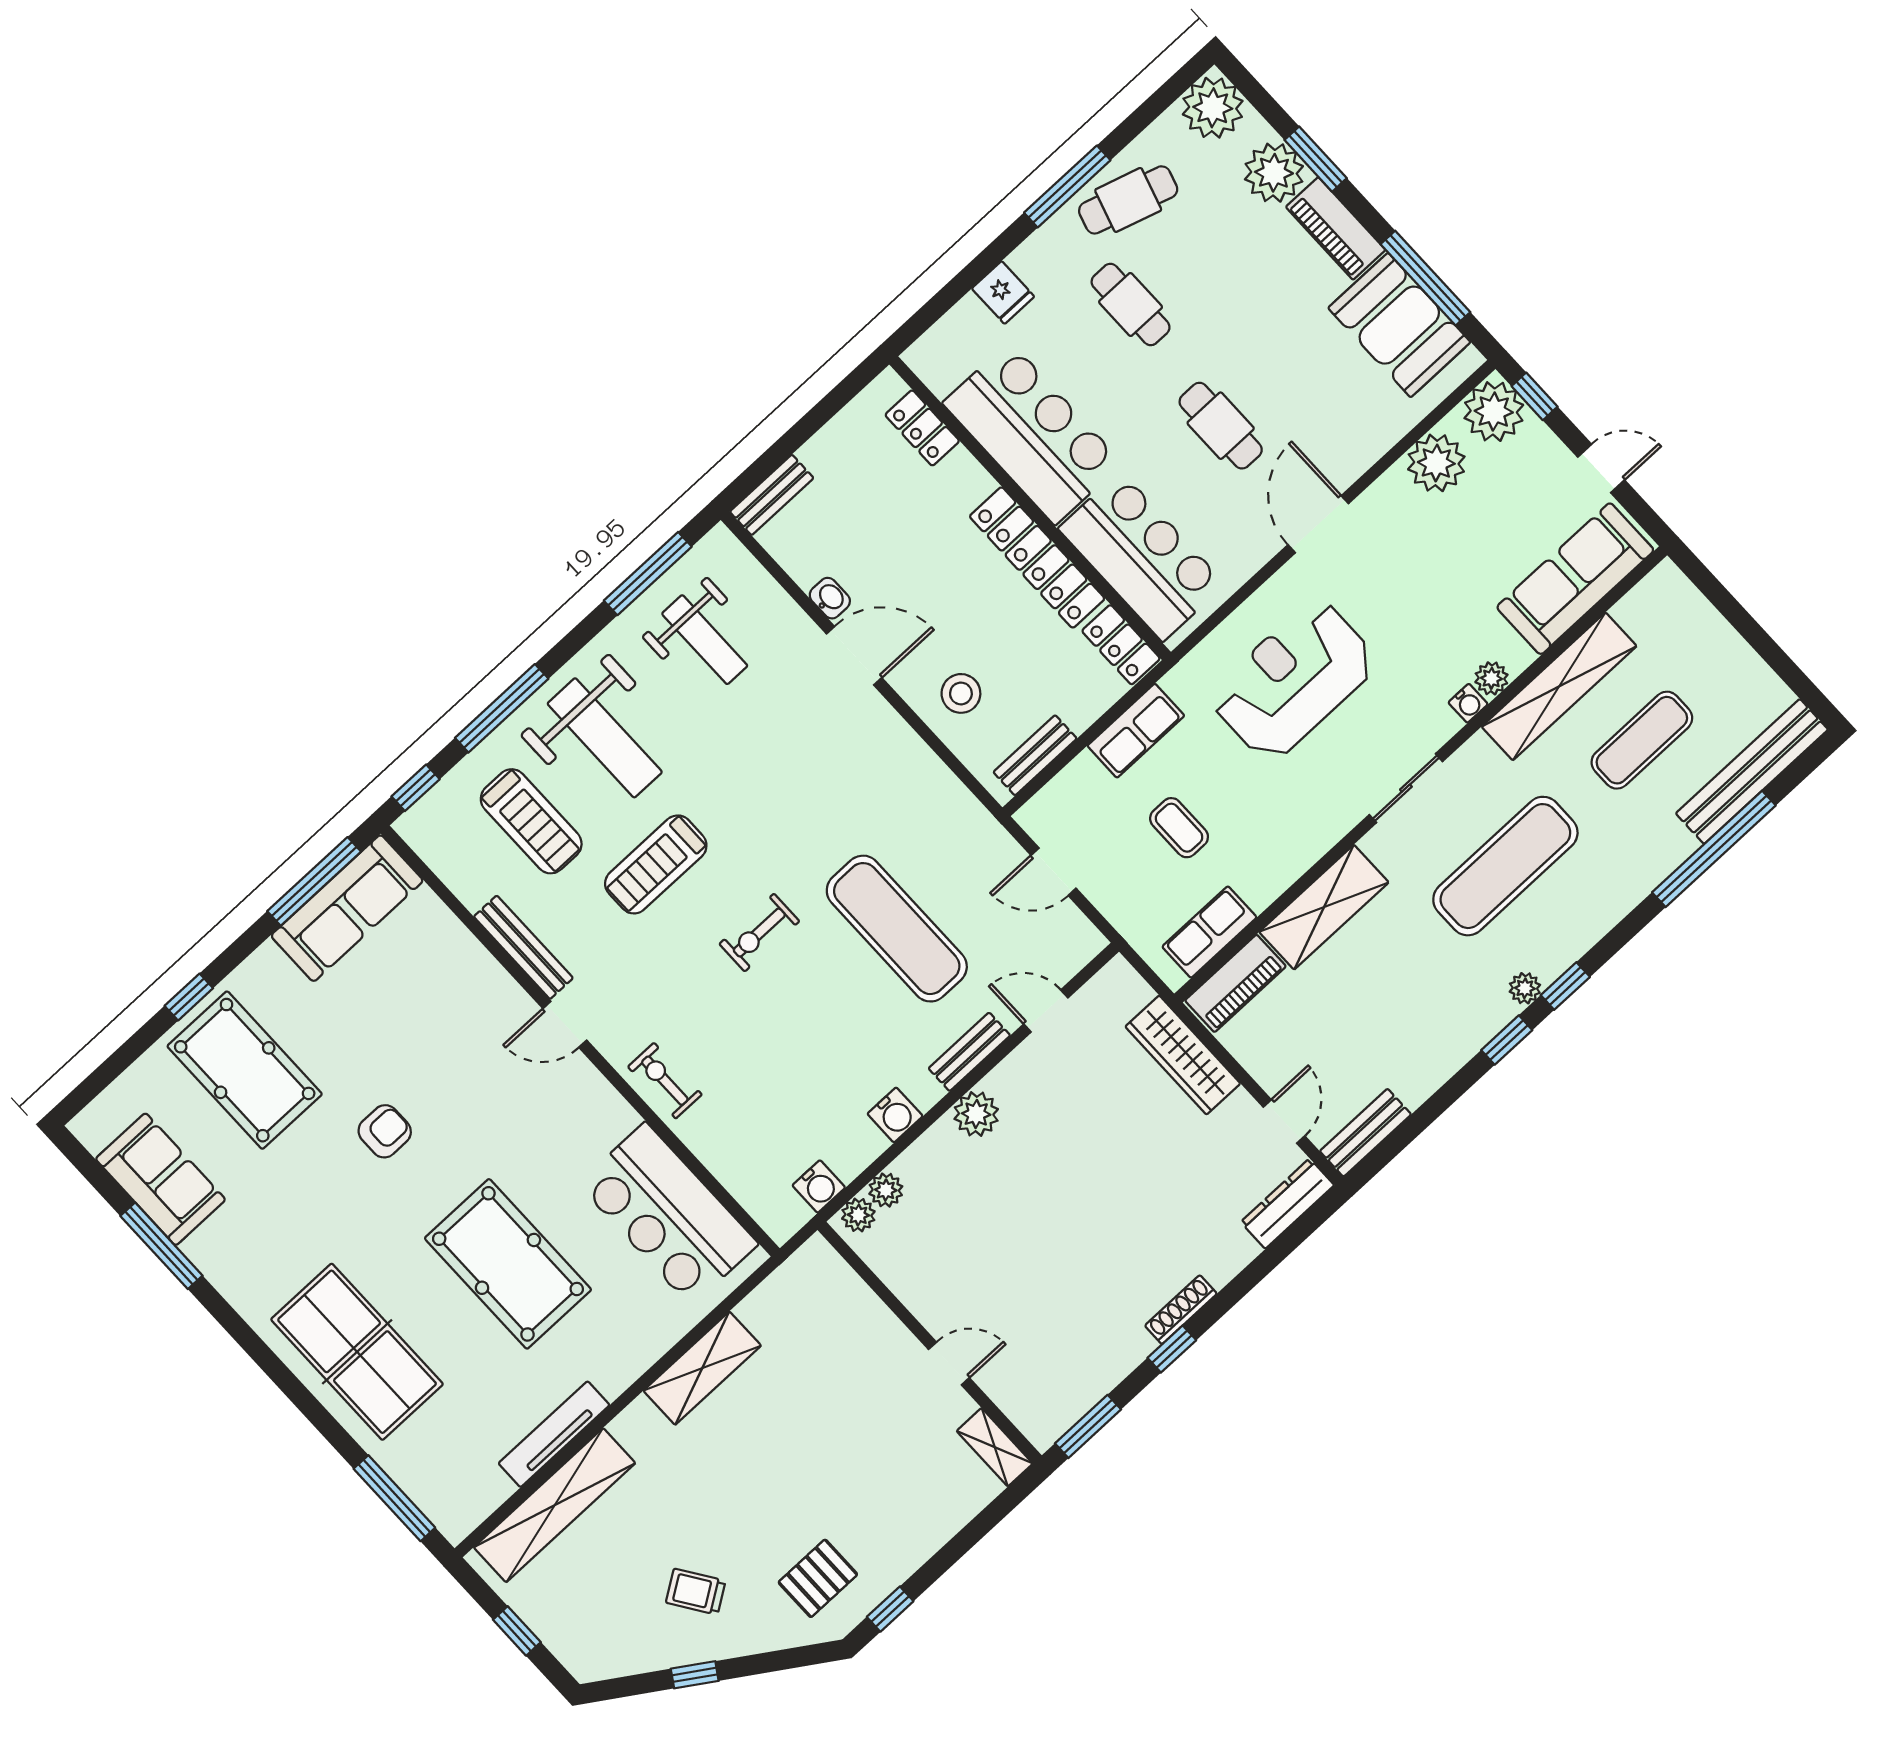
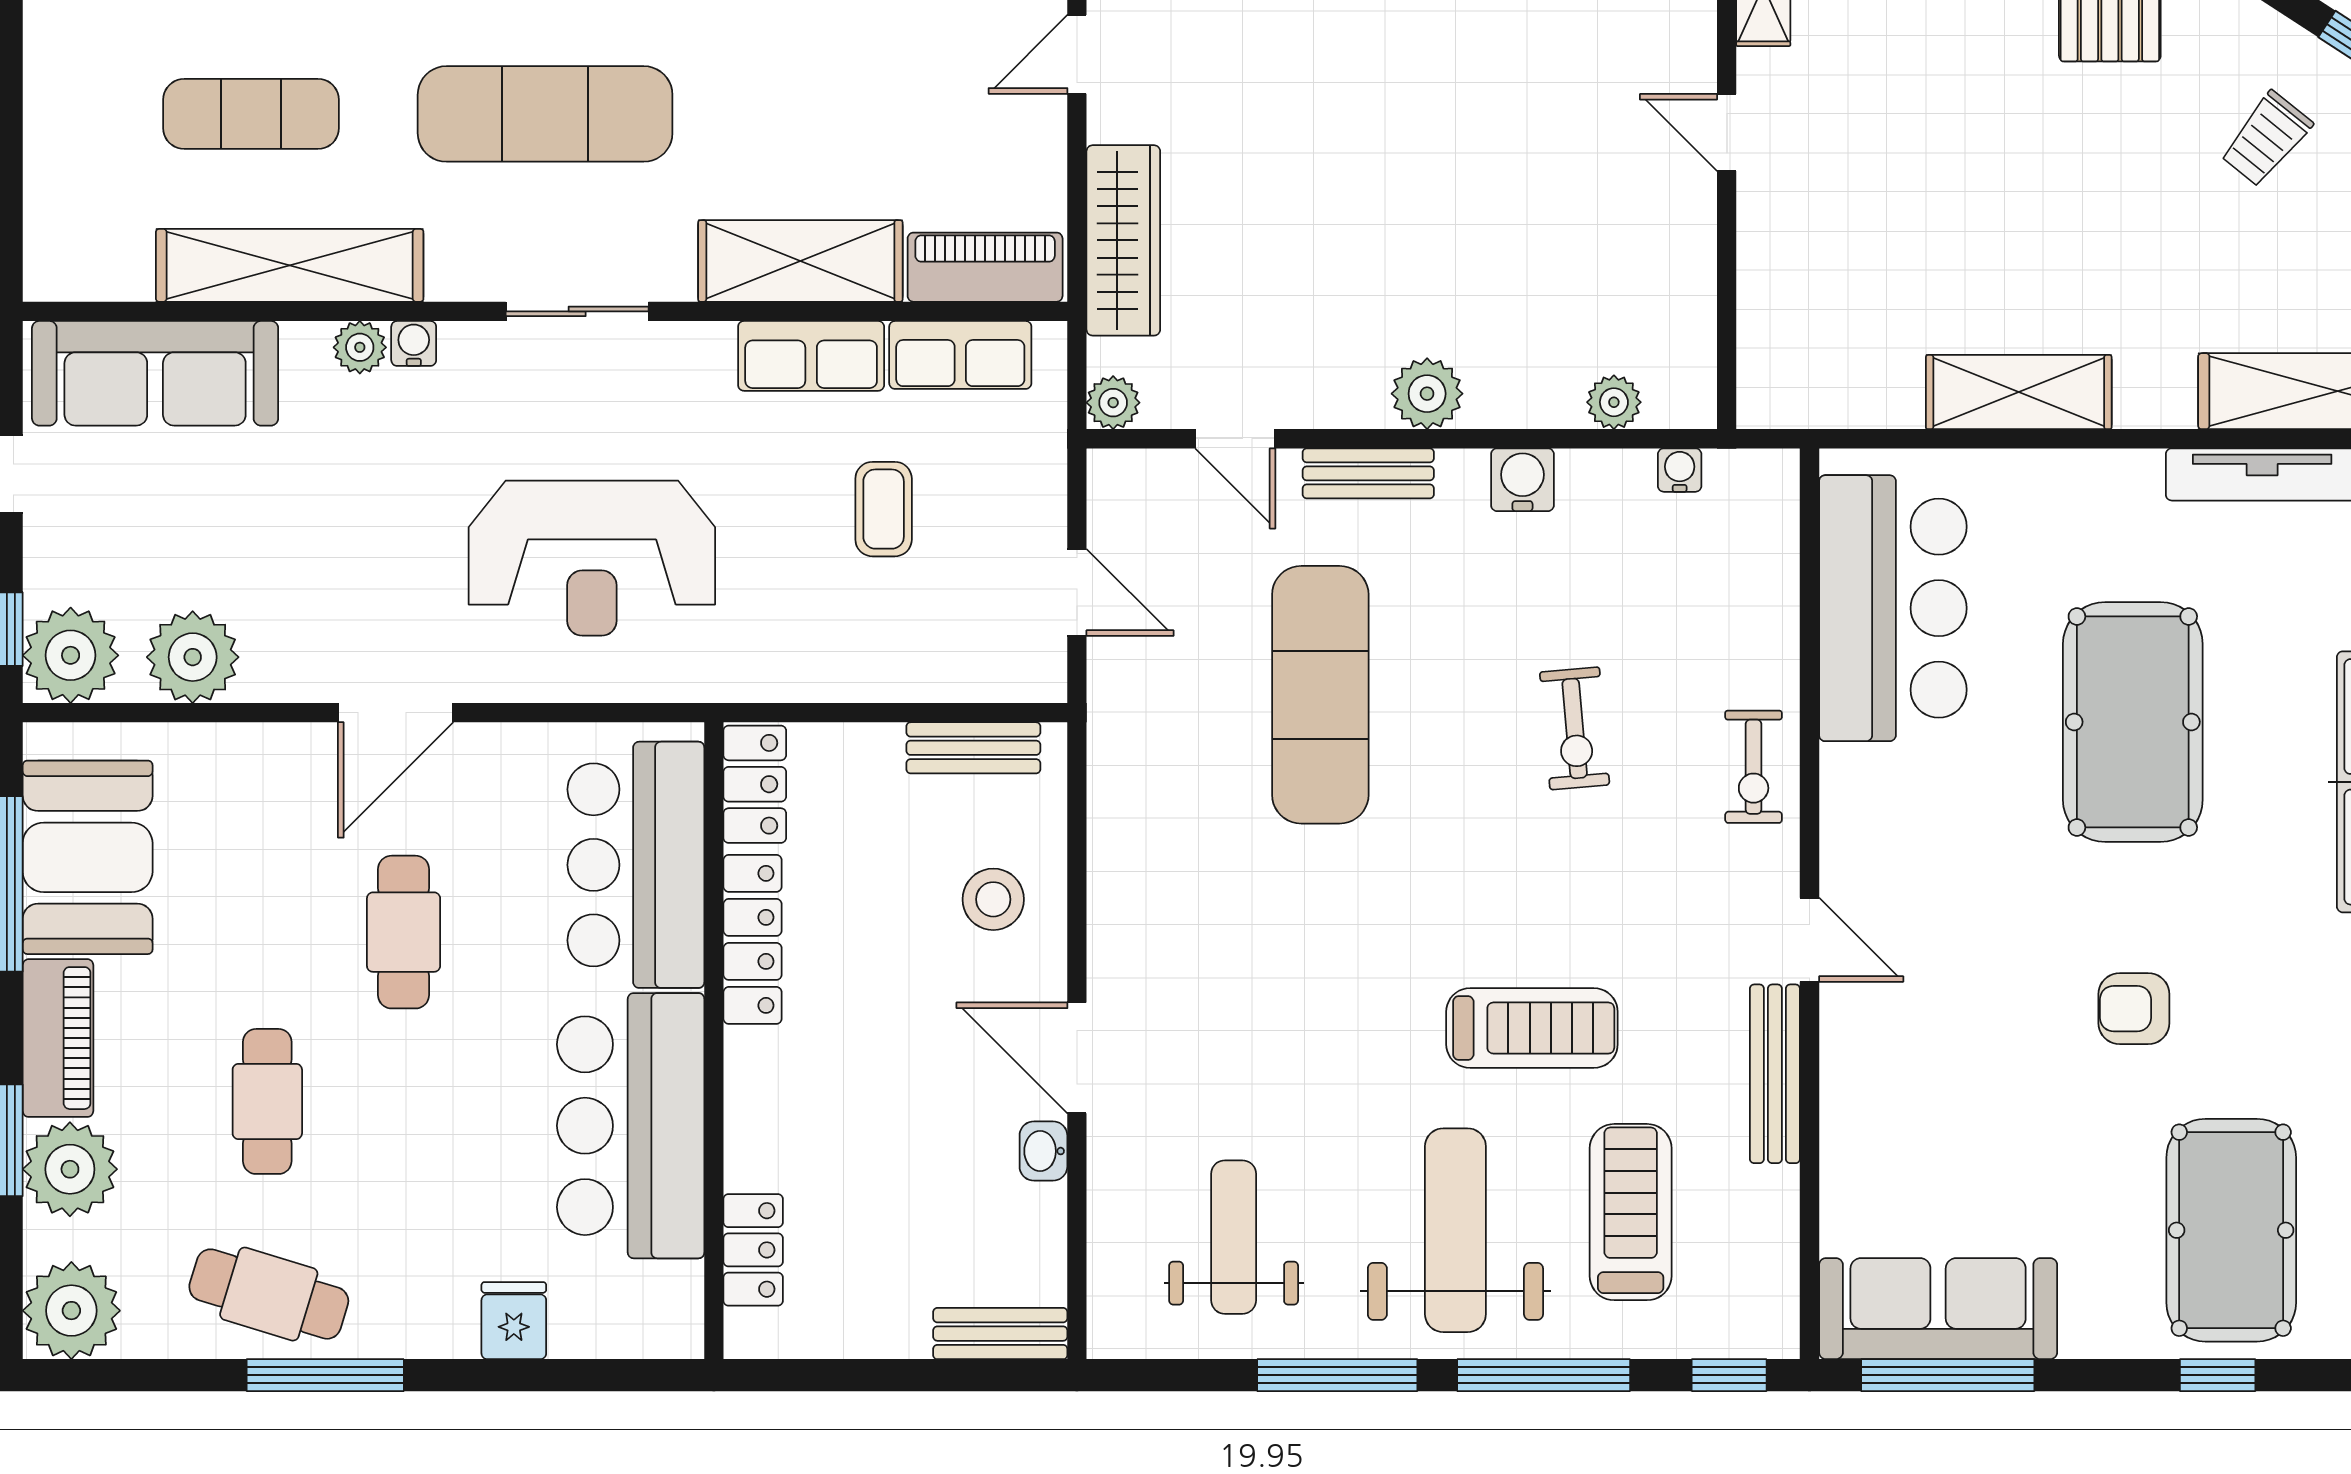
cafe table: (1131, 305) -> (267, 1101), moved
locker: (1037, 557) -> (753, 939), width x0.71, depth x0.83
window: (648, 574) -> (1337, 1375), moved
row of seats: (1136, 731) -> (811, 356), moved, turned 180
exercise bike: (759, 933) -> (1575, 728), moved, turned 85
water cooler: (819, 1186) -> (1680, 470), width x0.72, depth x0.72
plant: (858, 1215) -> (1113, 403), moved
trolley: (696, 1592) -> (2266, 139), turned 73

